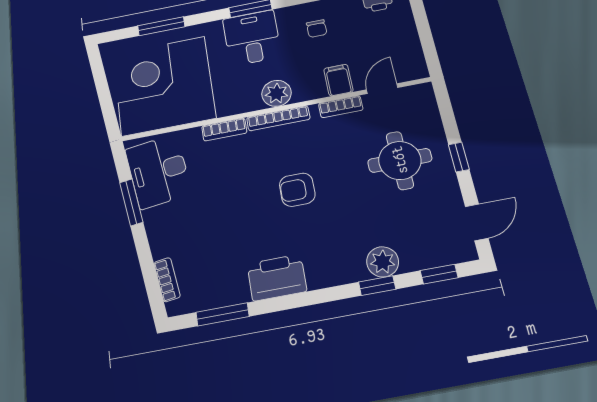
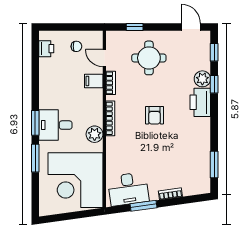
window: (161, 26) -> (35, 158), moved
chair: (317, 29) -> (76, 46), moved
plant: (277, 93) -> (95, 134), moved
bookcase: (224, 129) -> (111, 149), removed
window: (459, 157) -> (135, 27), moved
printer: (277, 277) -> (200, 102), moved
bookcase: (167, 280) -> (170, 194), moved

